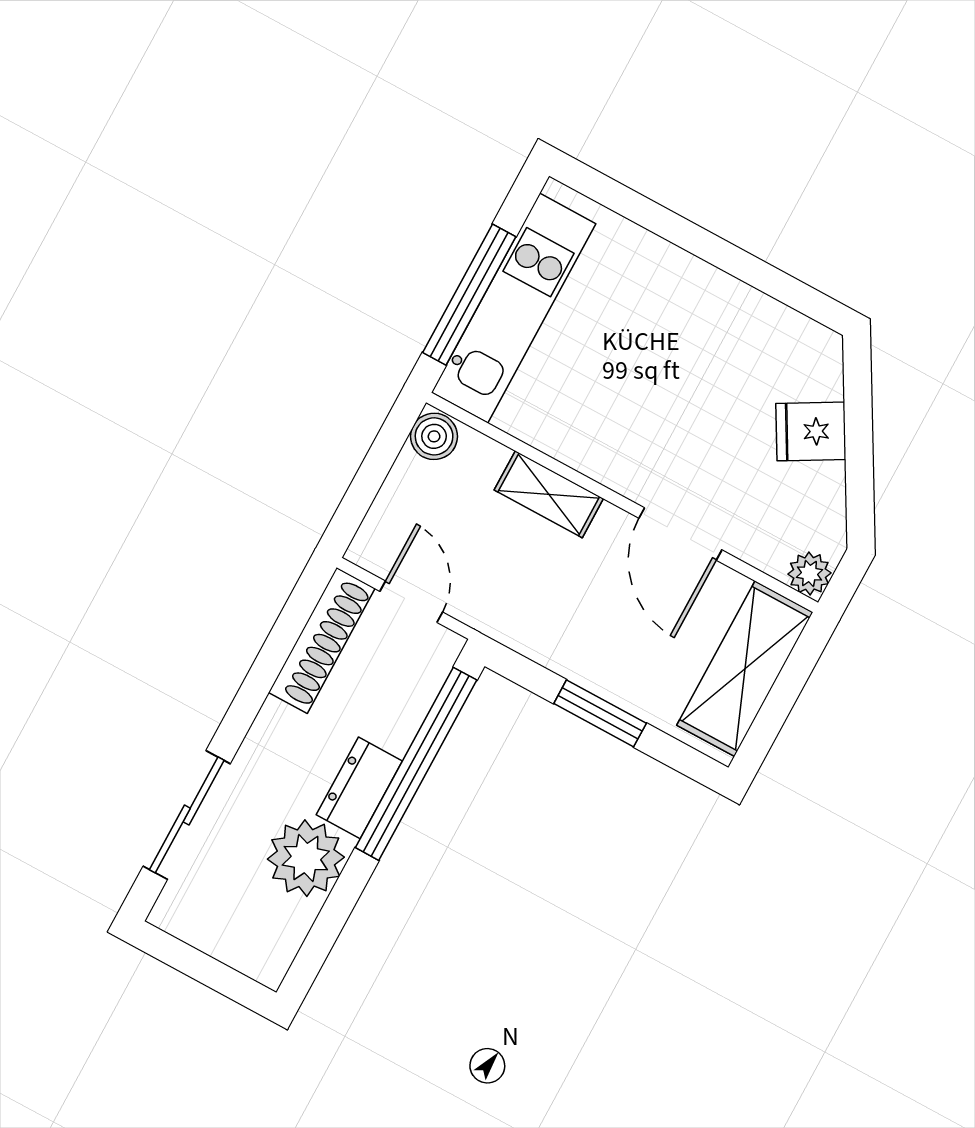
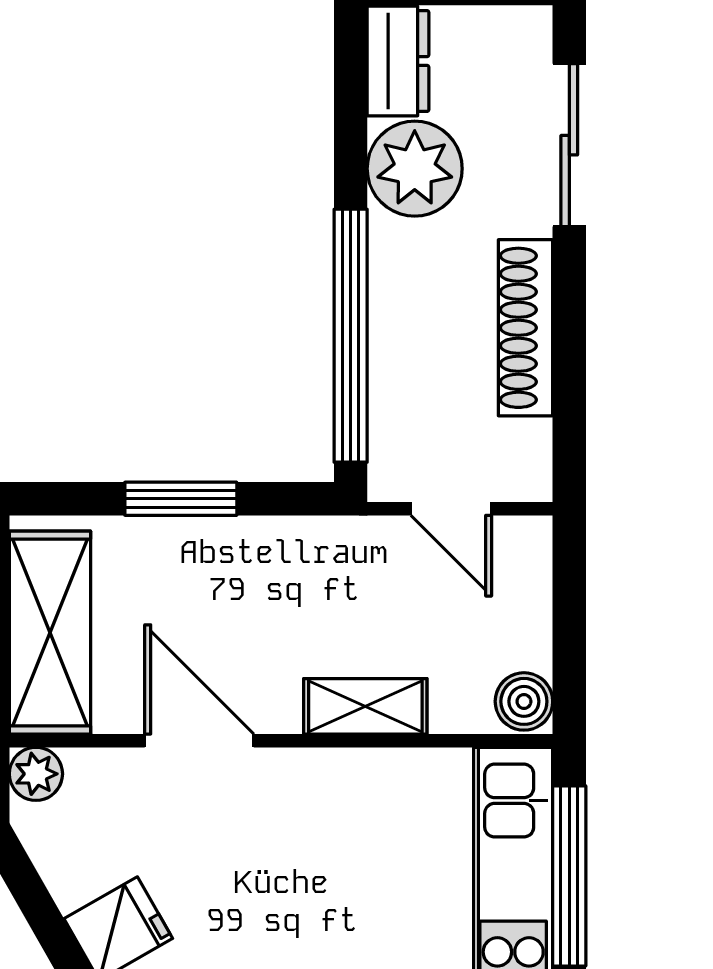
shoe rack: (322, 640) -> (525, 328), moved
dresser: (359, 788) -> (398, 61), moved

